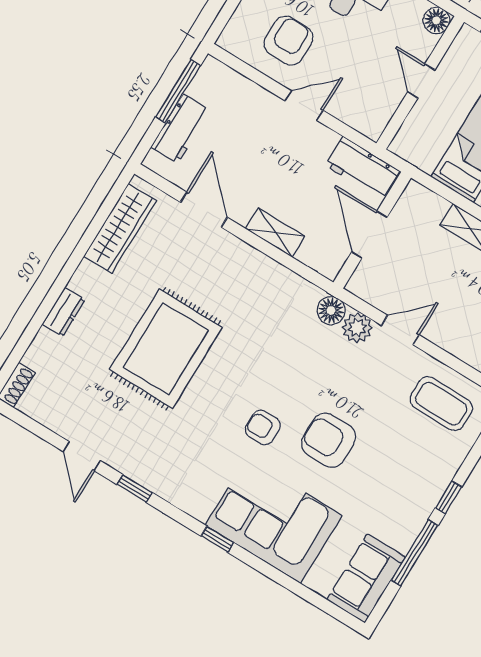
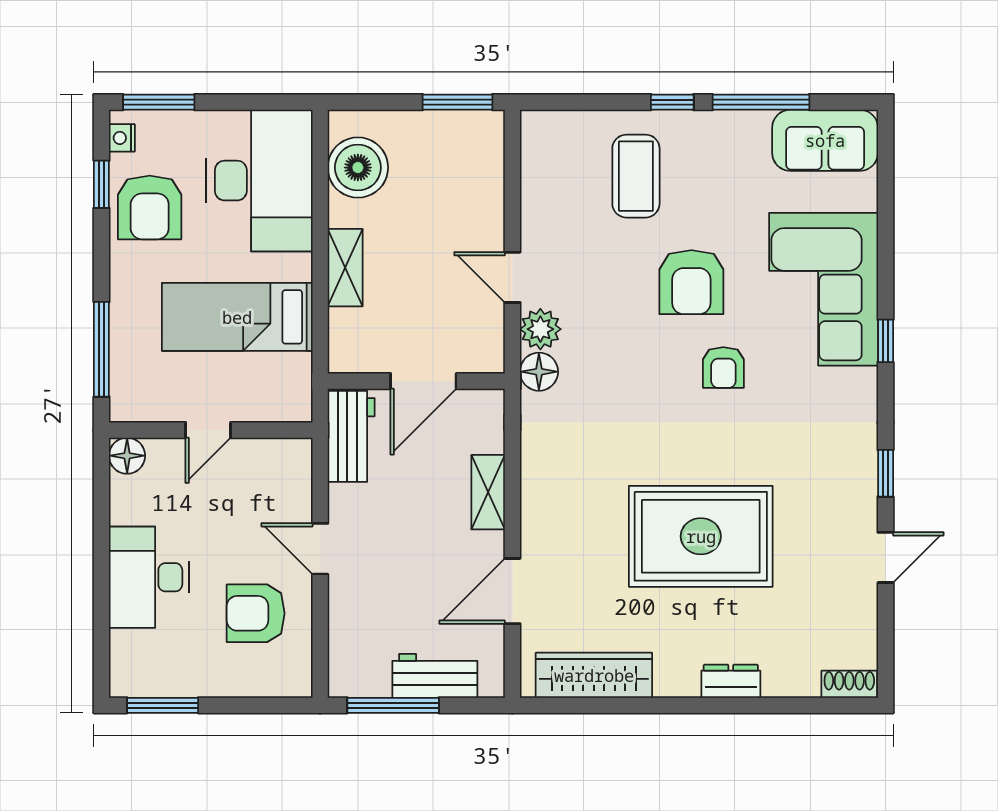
coffee table: (441, 404) -> (636, 176), moved

